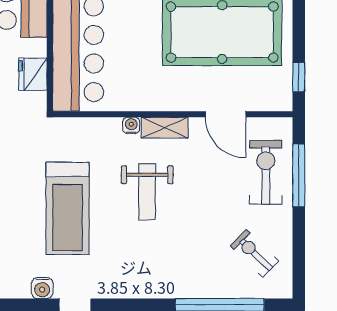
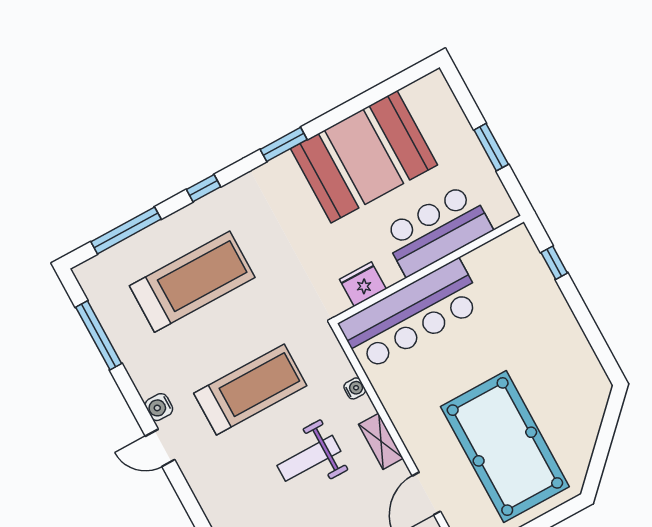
water cooler: (131, 126) -> (355, 388), moved
treadmill: (68, 208) -> (250, 389), turned 180

